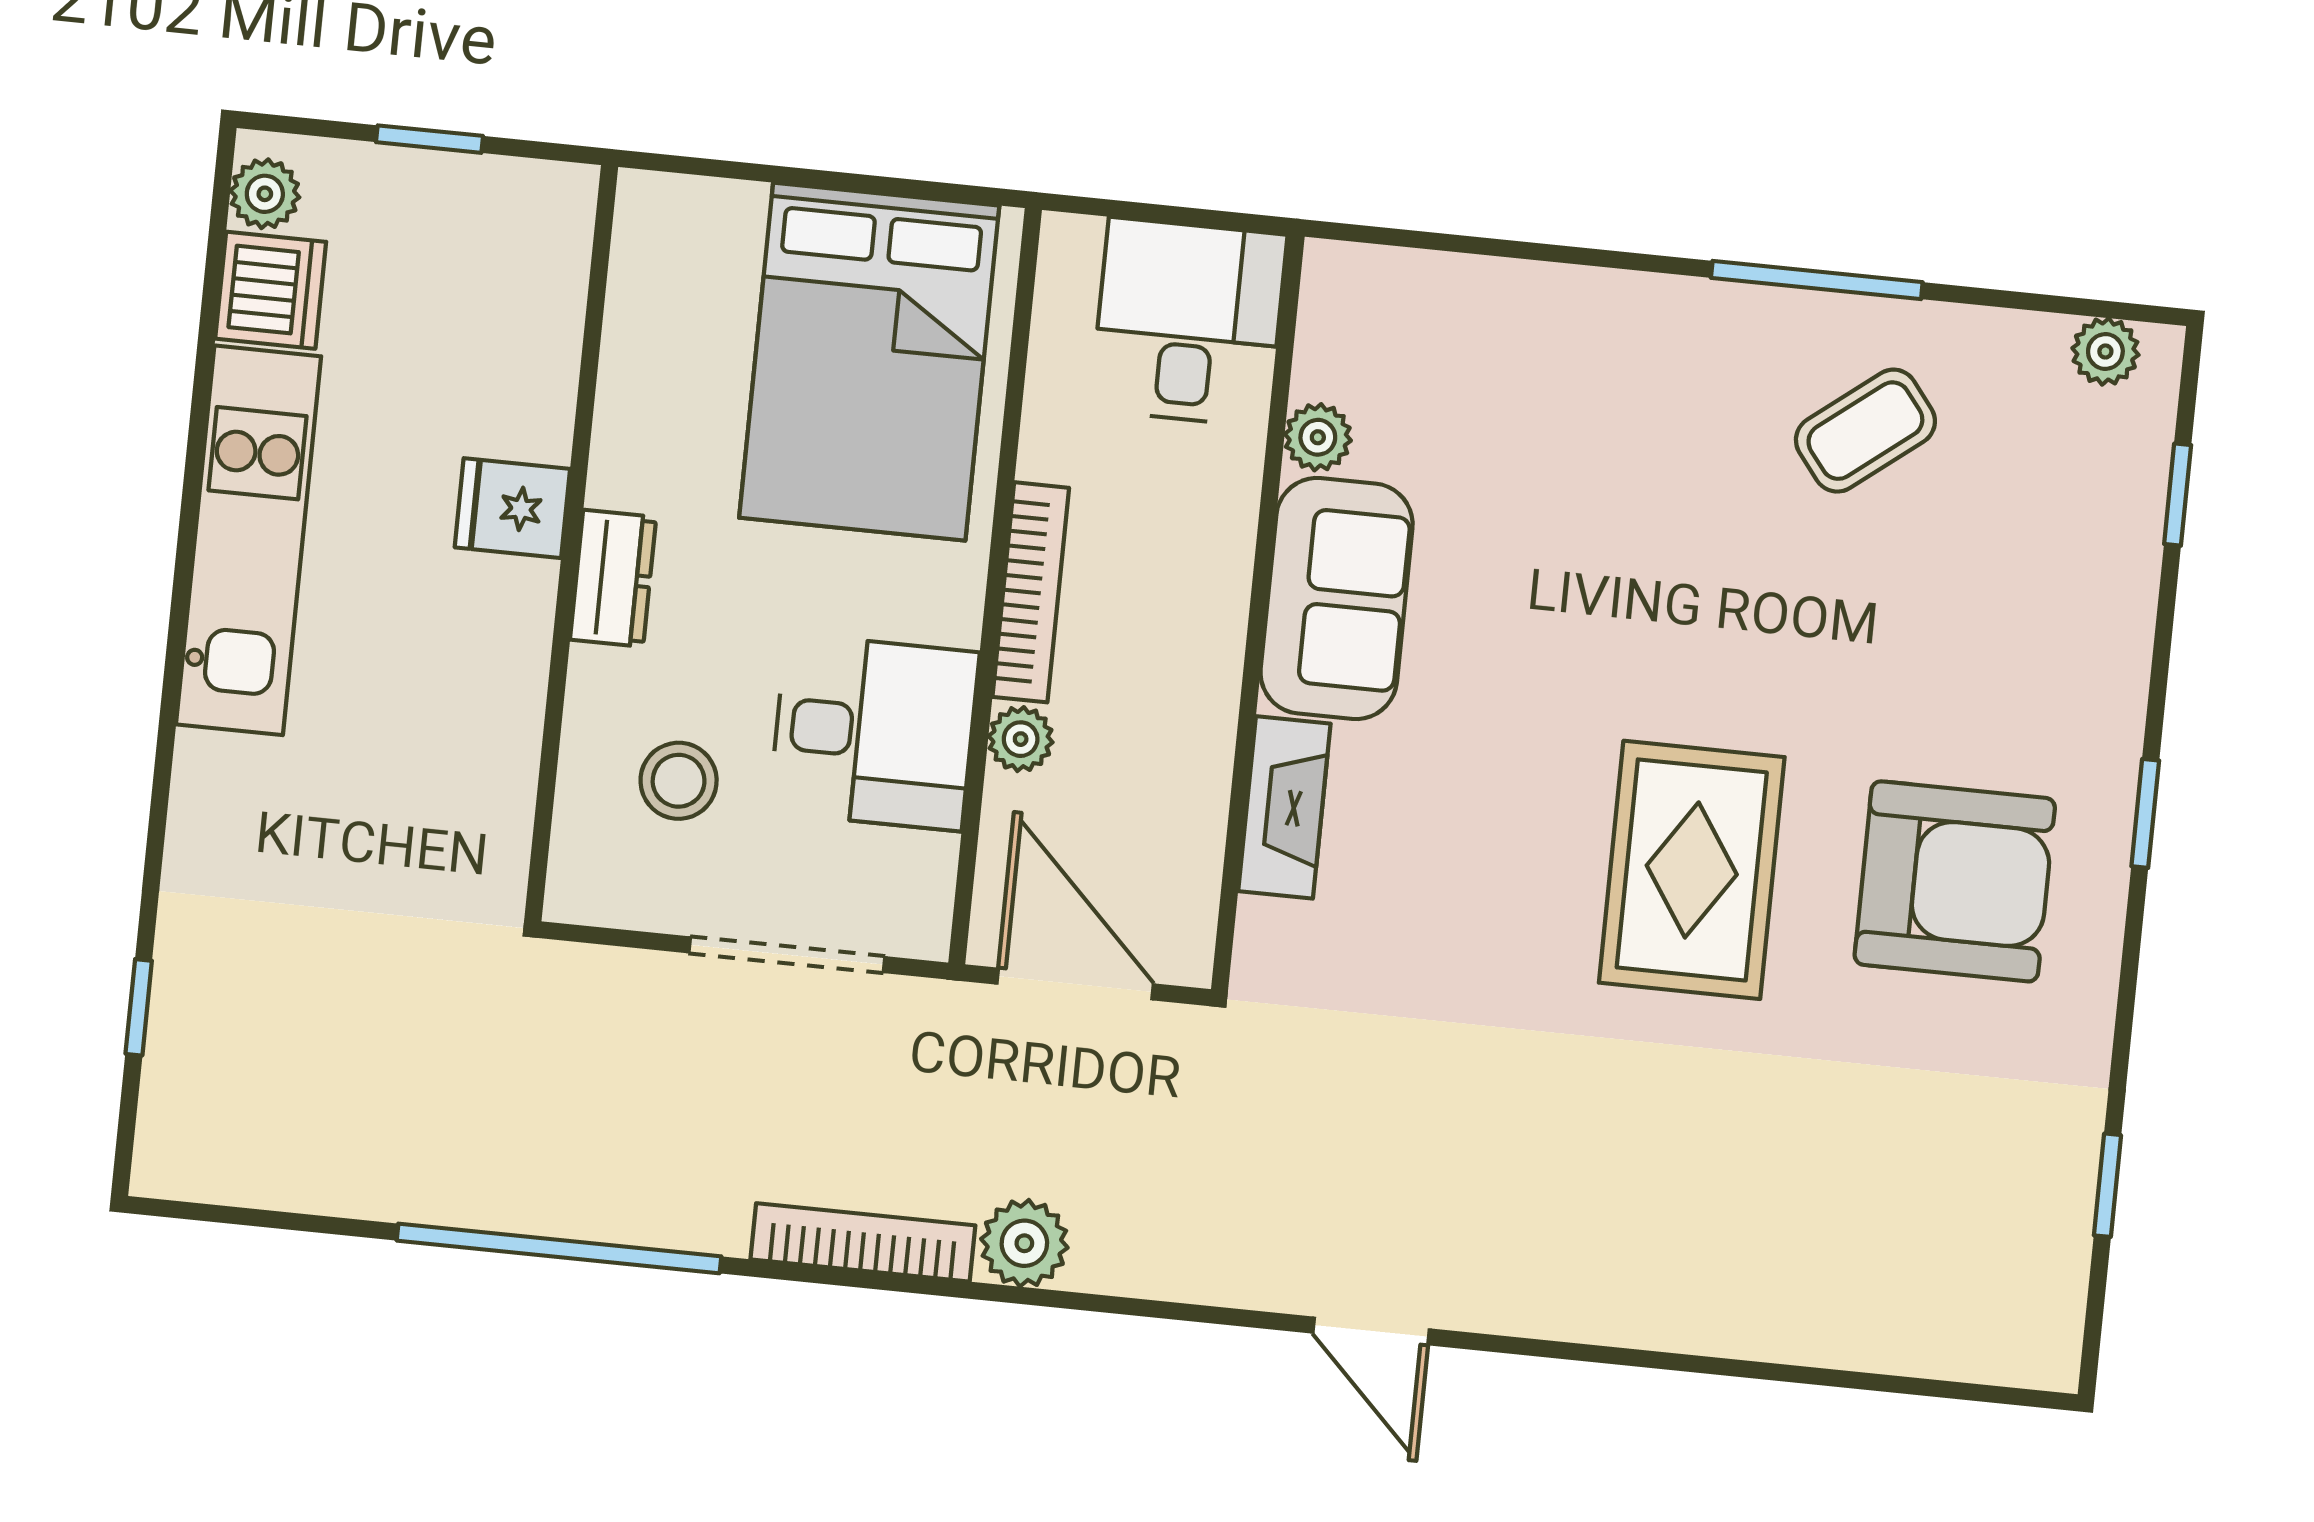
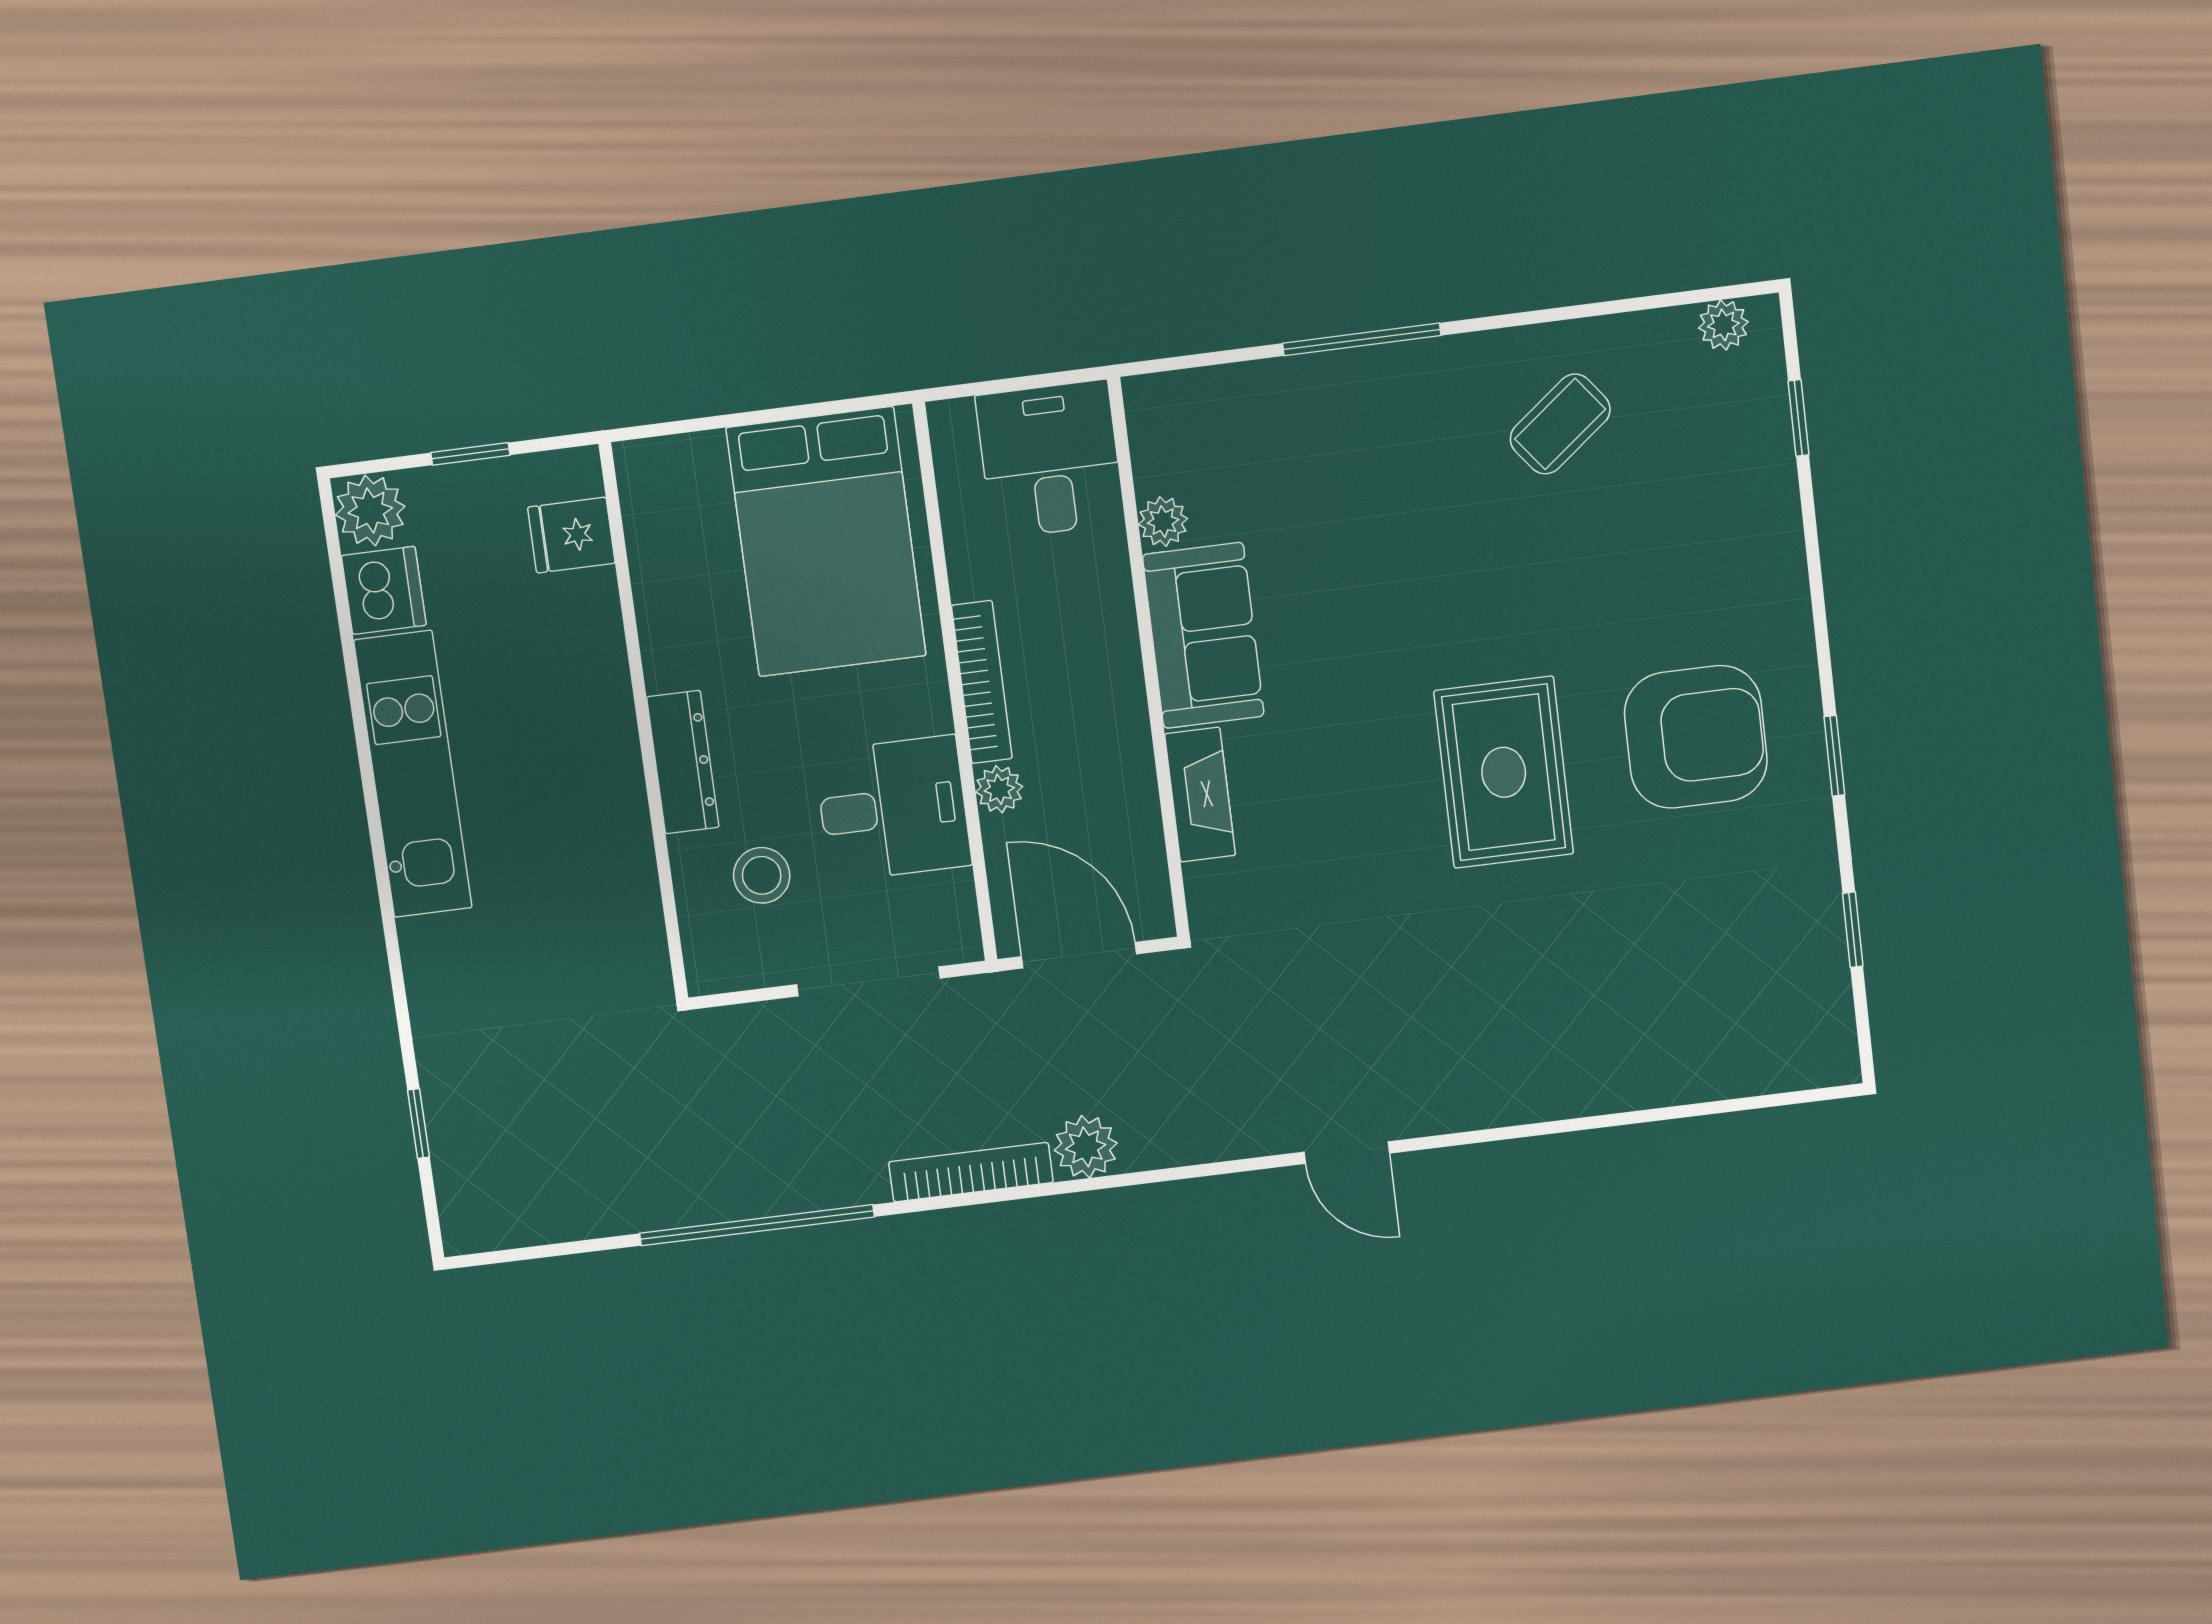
plant: (265, 194) -> (370, 511), width x1.38, depth x1.38
window: (1817, 280) -> (1362, 339), moved
fridge: (512, 508) -> (571, 535), moved
dresser: (613, 578) -> (683, 762), width x1.44
window: (2145, 813) -> (1834, 756), moved

